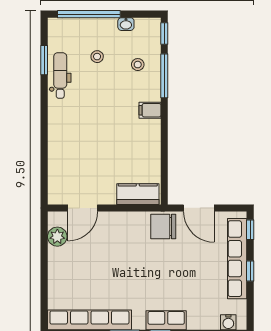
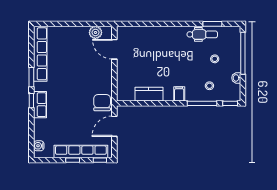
kitchen counter: (138, 194) -> (149, 94), moved, turned -90

